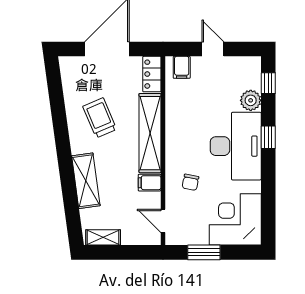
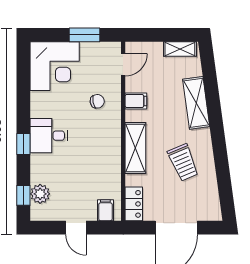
plant: (251, 100) -> (40, 194), moved
shelving: (150, 133) -> (135, 148), width x0.68
desk: (236, 146) -> (49, 136), width x0.53, depth x0.77
chair: (190, 182) -> (97, 101), turned 68
door: (163, 221) -> (123, 65), hinge flipped

